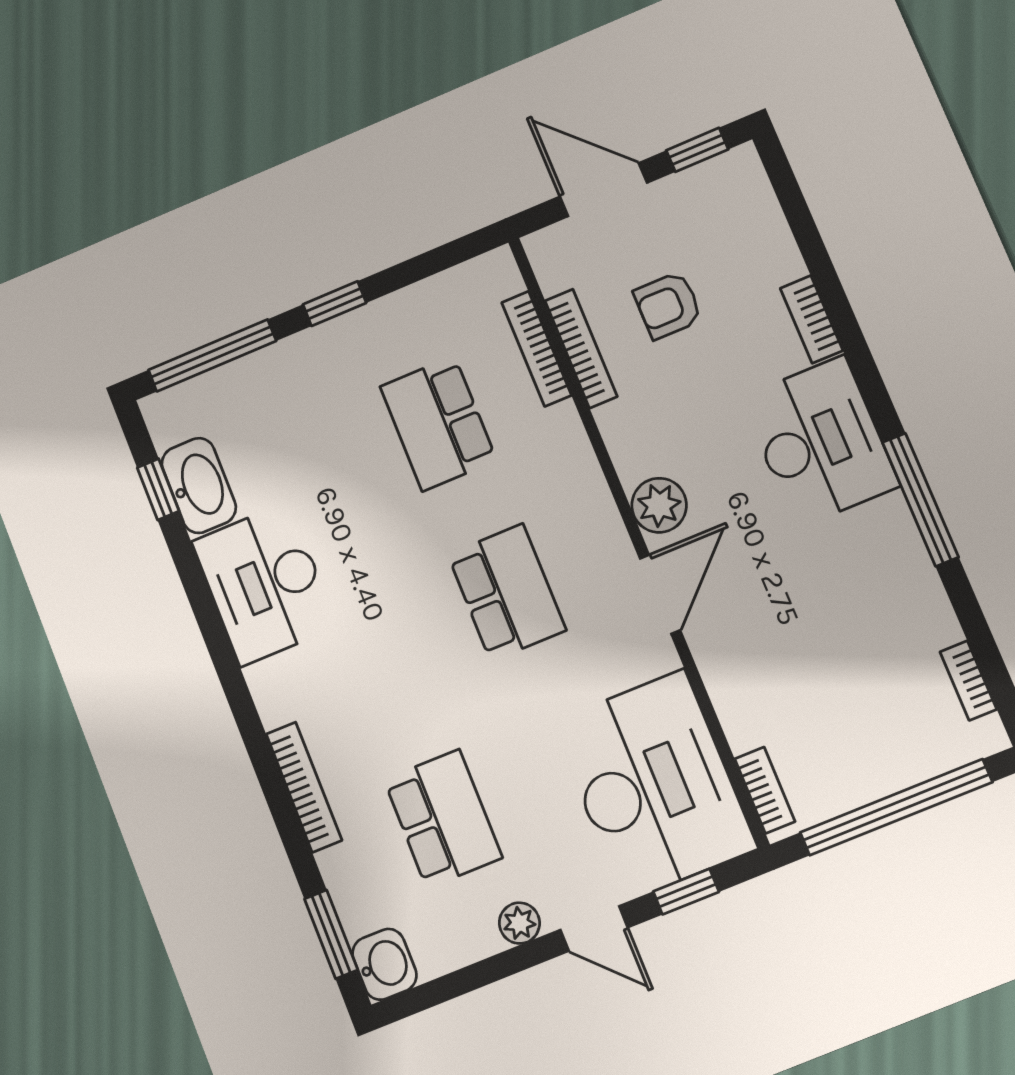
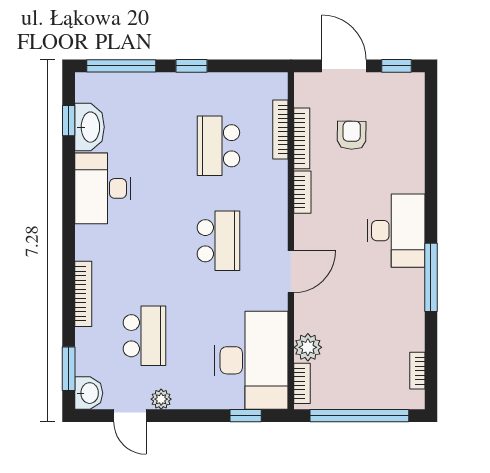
armchair: (668, 305) -> (352, 135), turned 91
bookcase: (812, 319) -> (302, 192), moved, turned 180
plant: (659, 505) -> (308, 347), moved
door: (594, 929) -> (130, 416), moved

